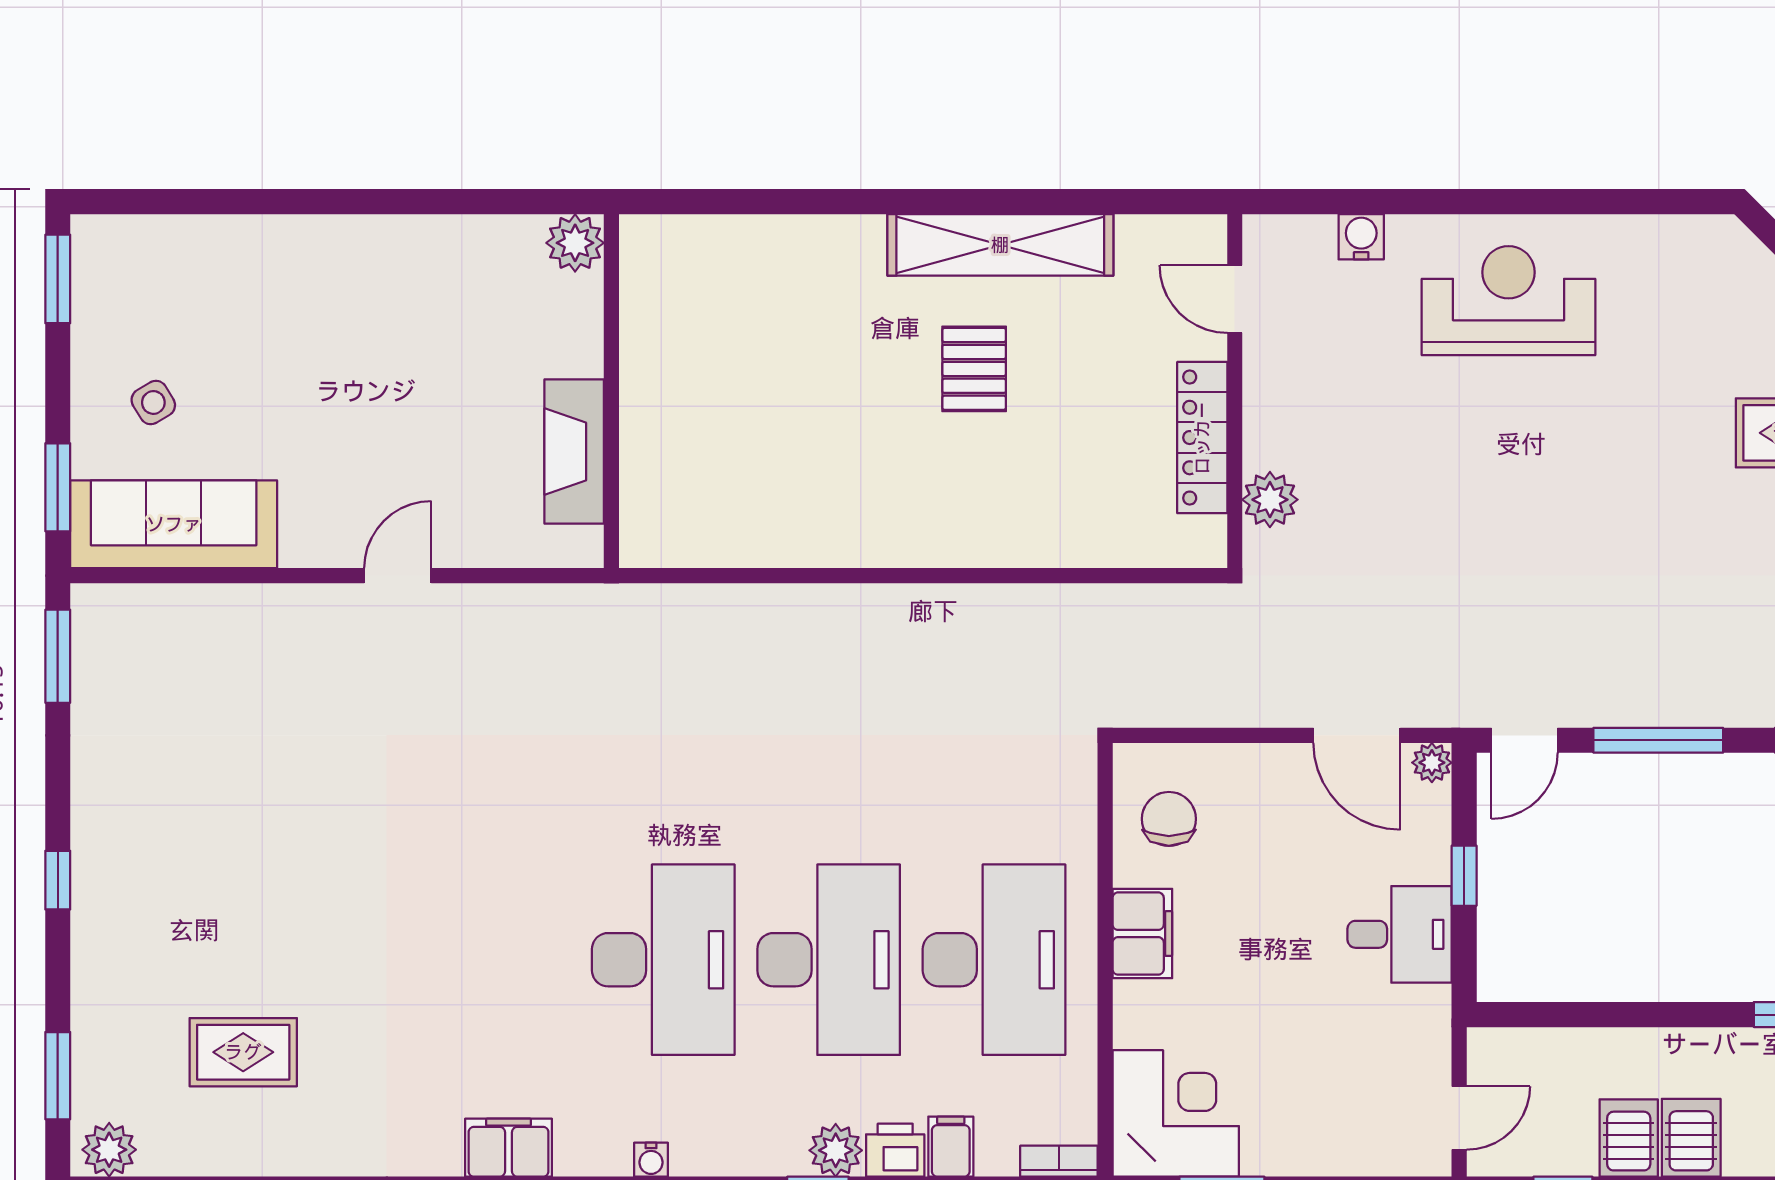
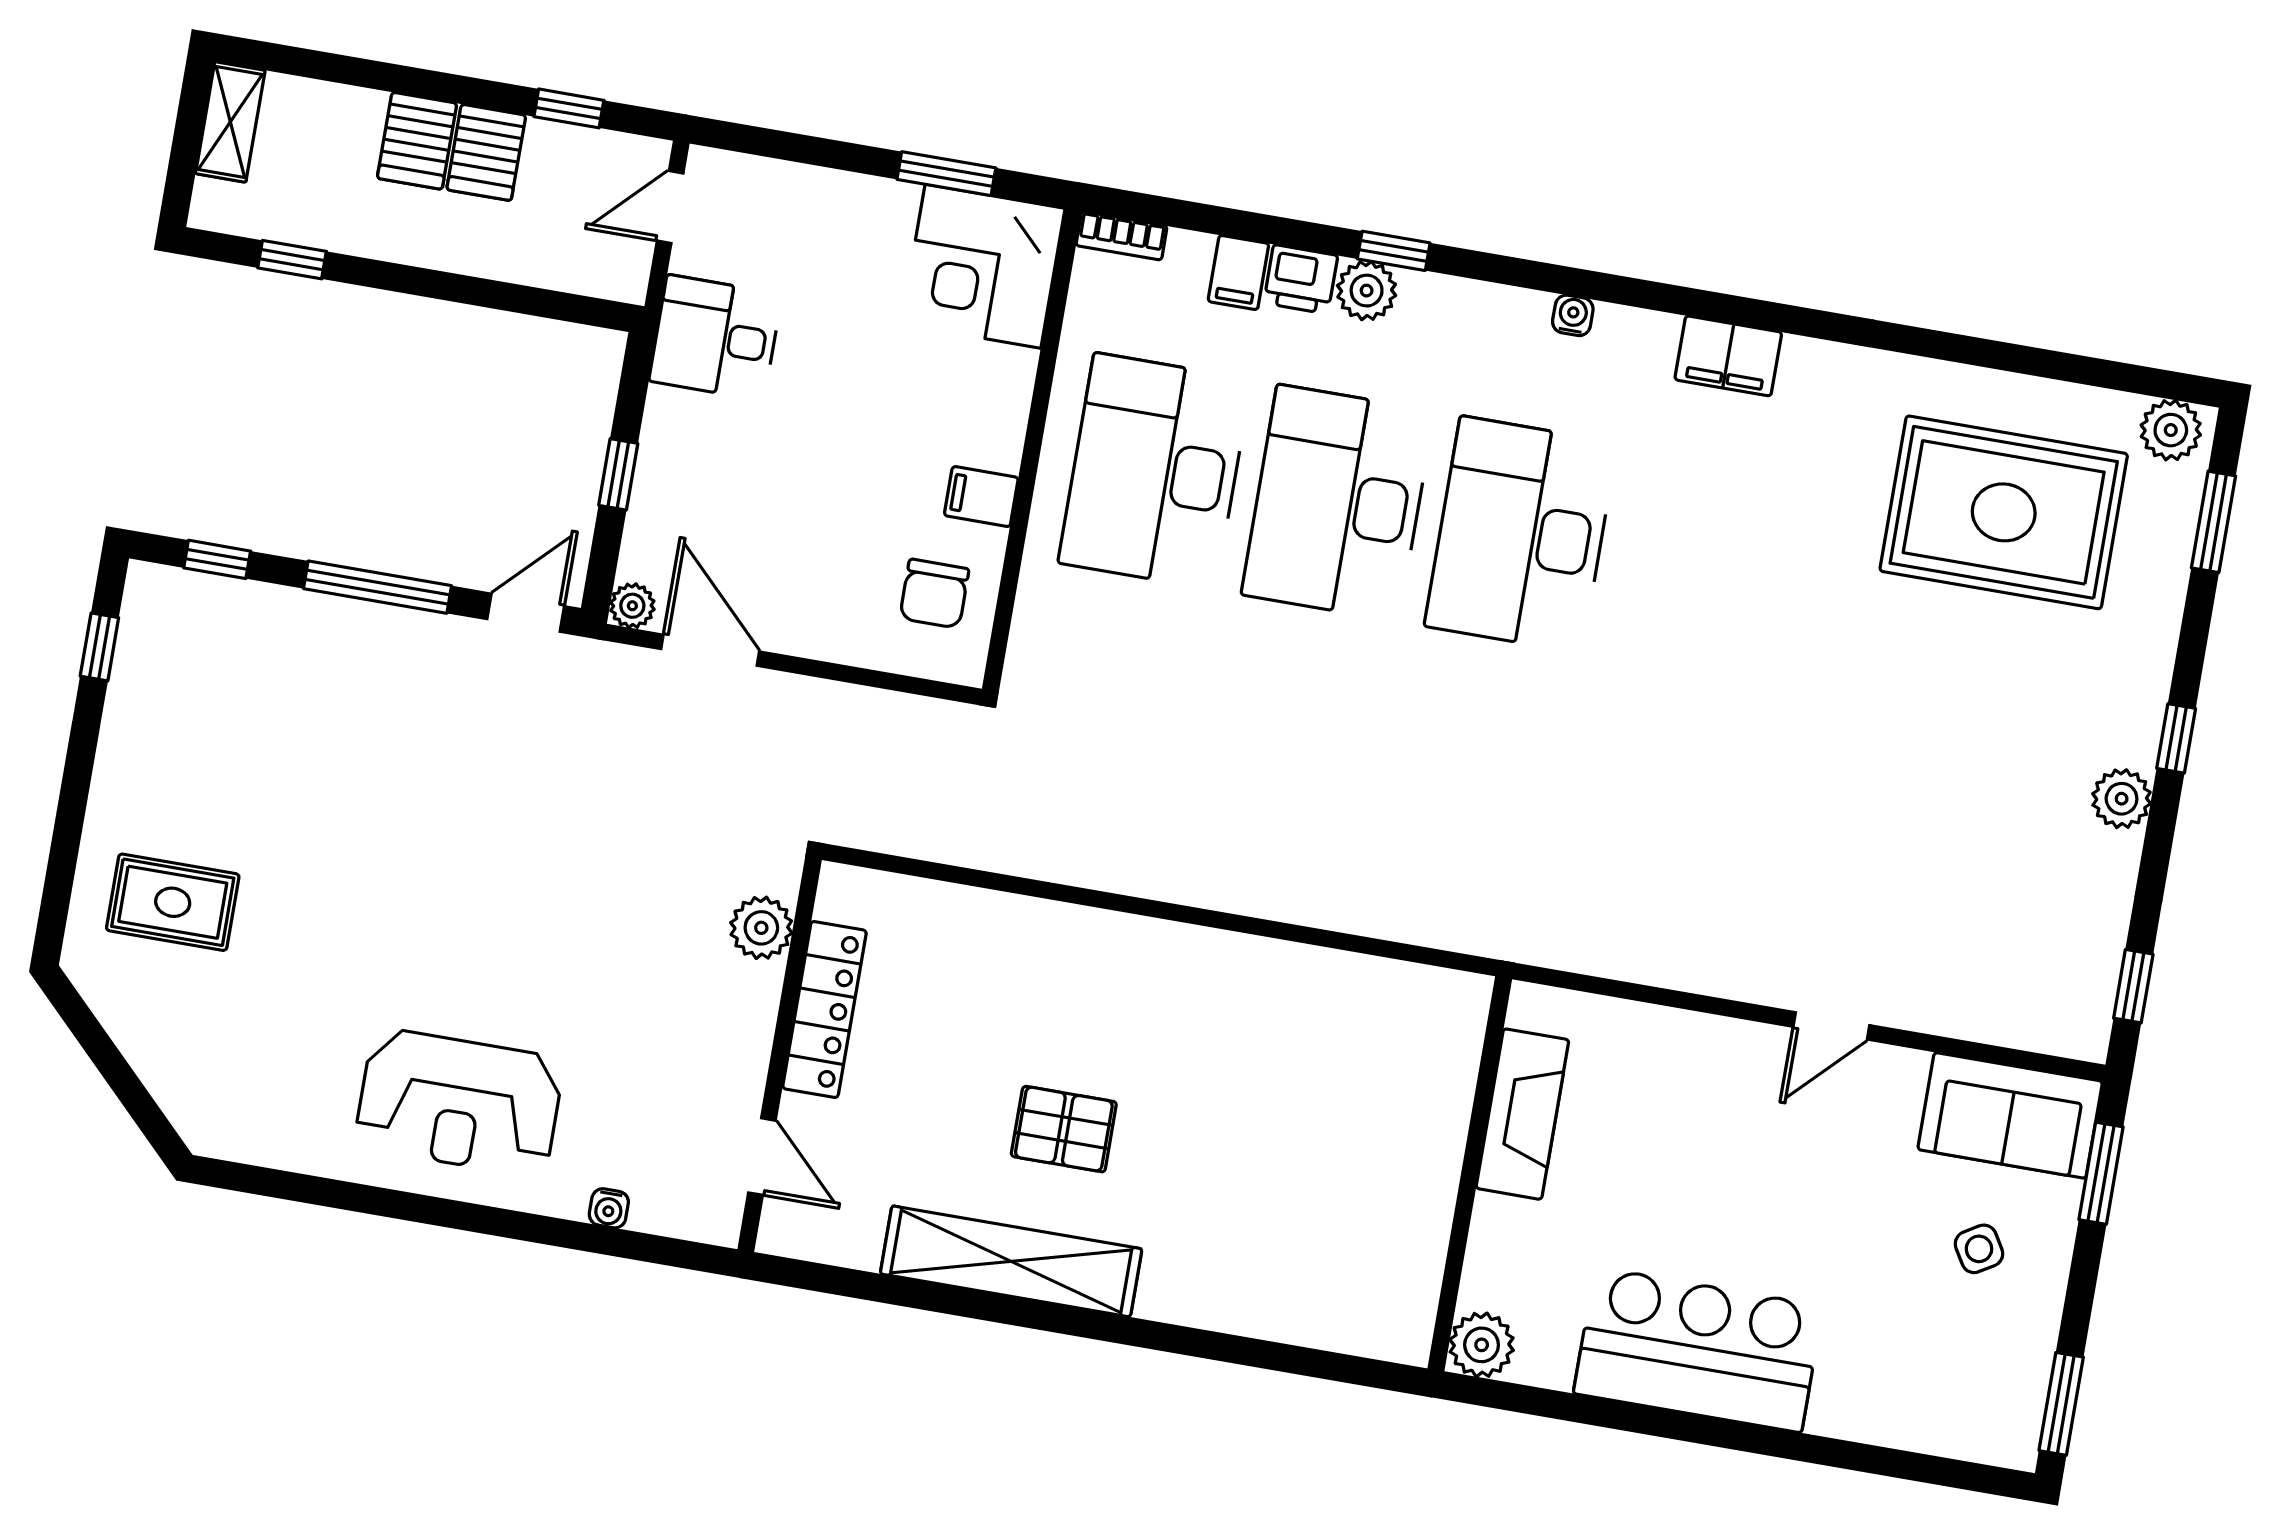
water cooler: (1361, 237) -> (609, 1208), width x0.72, depth x0.72
bar counter: (384, 271) -> (1698, 1350), added
pallet: (974, 369) -> (1064, 1129), turned 90
sofa: (174, 524) -> (2010, 1115), width x0.73
door: (398, 576) -> (1831, 1026), moved
window: (58, 656) -> (2133, 986), width x0.67
plant: (96, 819) -> (2122, 799), added
filing cabinet: (1142, 934) -> (981, 497), width x0.50
desk: (1400, 934) -> (715, 338), moved
rug: (243, 1052) -> (2004, 512), width x1.86, depth x2.06

